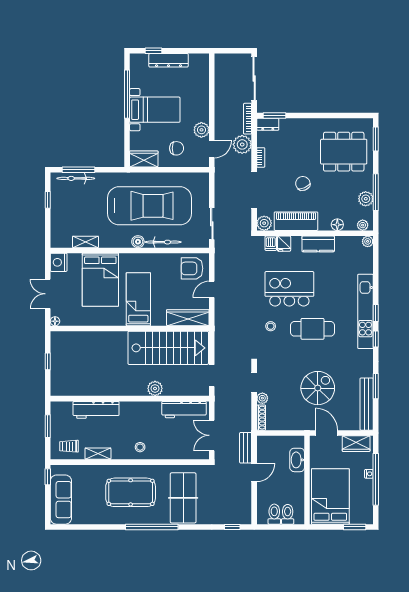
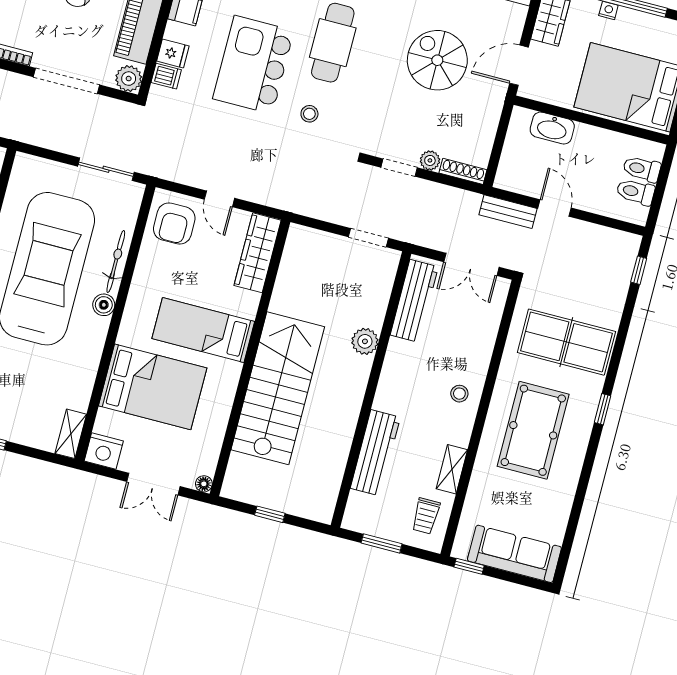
shelving: (85, 242) -> (71, 434), moved
stairs: (168, 348) -> (278, 388), moved
window: (152, 527) -> (603, 409), width x0.32

